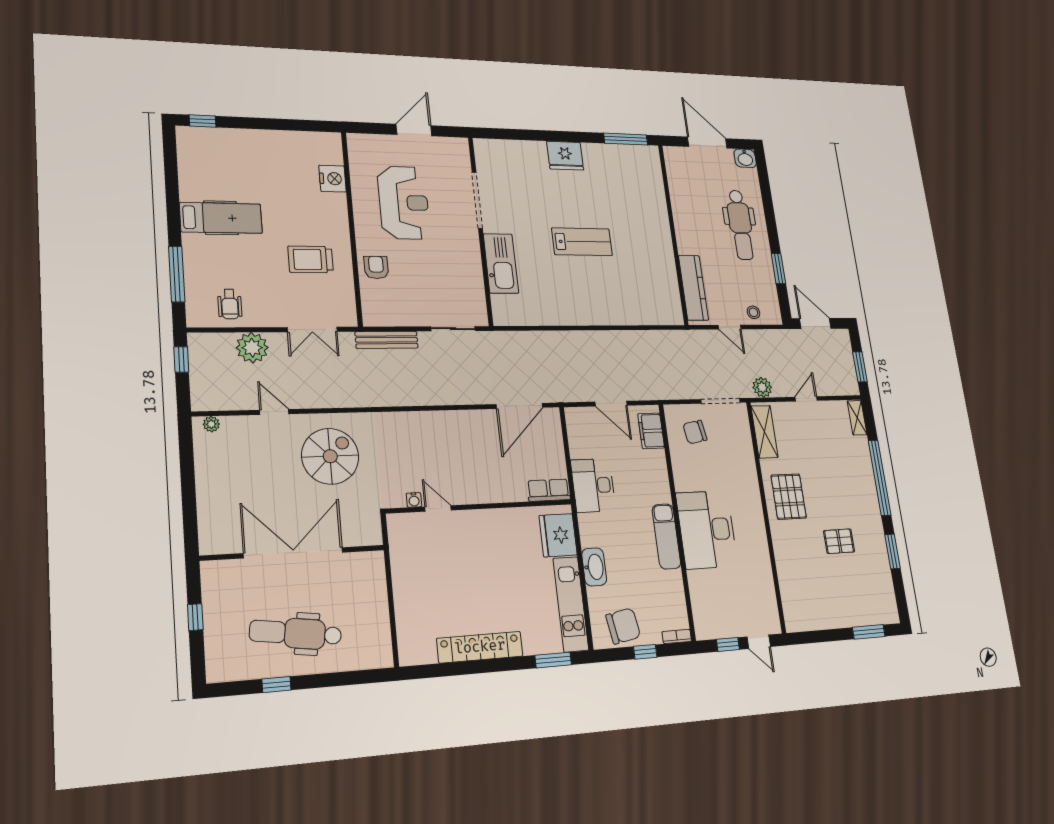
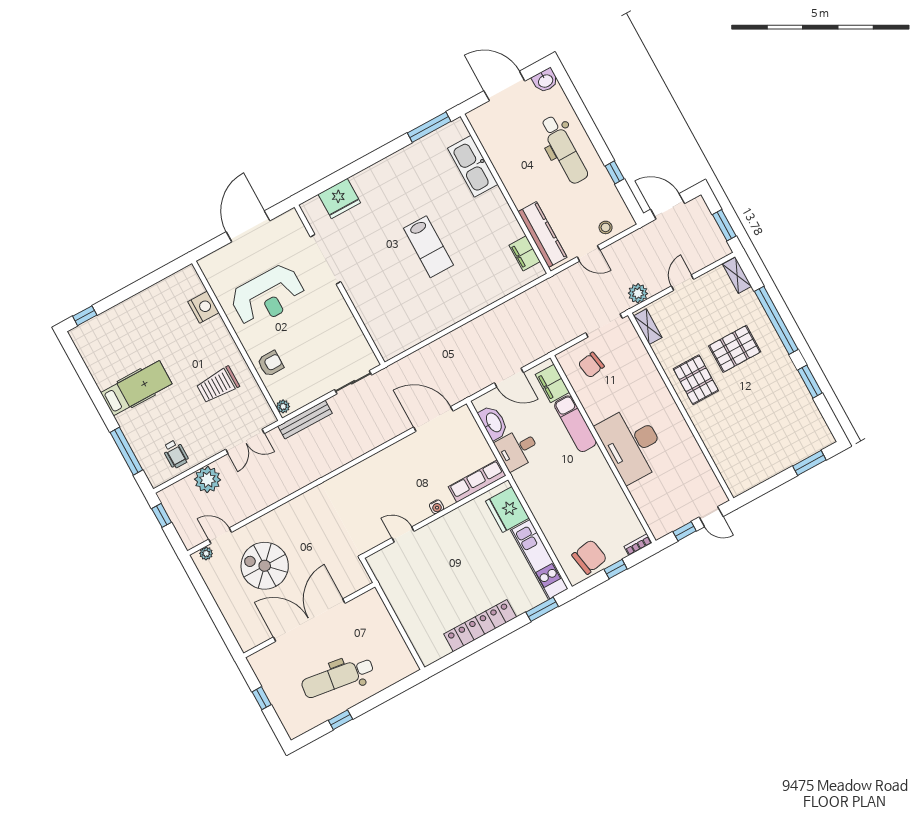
door: (414, 130) -> (248, 226), width x1.36
fridge: (565, 156) -> (339, 198), moved
reception desk: (404, 203) -> (268, 296), turned 90
lab bench: (582, 242) -> (428, 247), turned 90
kitchen sink: (501, 263) -> (473, 166), moved, turned 180
armchair: (376, 267) -> (271, 364), turned 90
window: (778, 269) -> (615, 172), width x0.67
filing cabinet: (670, 296) -> (525, 253), added
plant: (370, 315) -> (283, 406), added
door: (519, 406) -> (433, 419), swing flipped
door: (274, 412) -> (220, 536), moved
shelving: (765, 432) -> (648, 327), width x0.67, depth x0.75
spiral stairs: (330, 456) -> (265, 566), moved, turned -90
desk: (593, 485) -> (517, 449), width x0.73
row of seats: (549, 490) -> (477, 481), width x1.48
water cooler: (414, 500) -> (437, 507), moved
exam couch: (666, 536) -> (575, 424), moved
pallet: (839, 541) -> (735, 349), moved, width x1.50, depth x1.42
washbasin: (594, 567) -> (493, 423), moved

